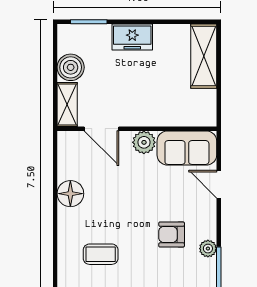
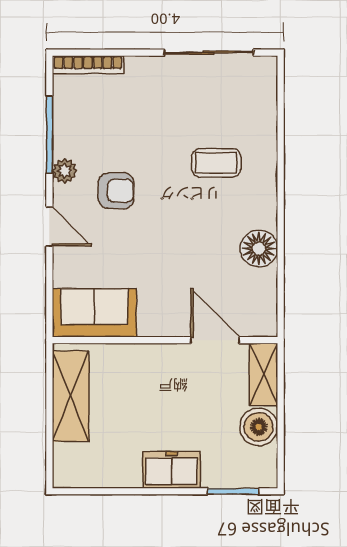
shelving: (204, 56) -> (71, 396), moved
plant: (144, 142) -> (155, 321), removed
door: (219, 184) -> (49, 226), moved

